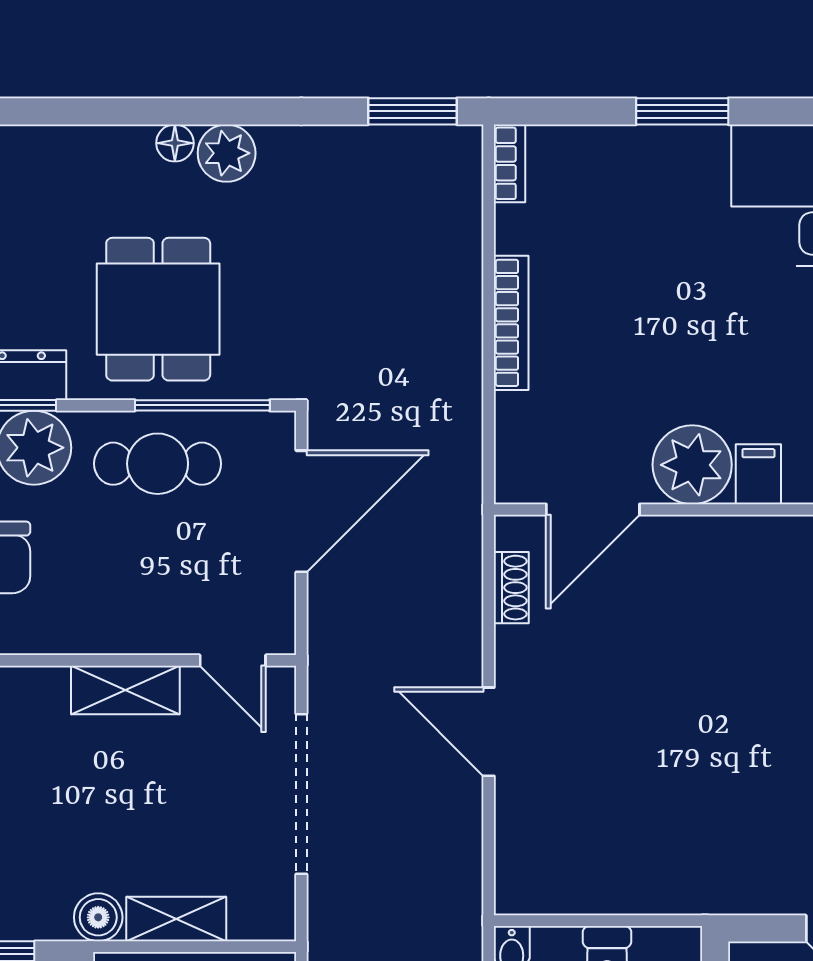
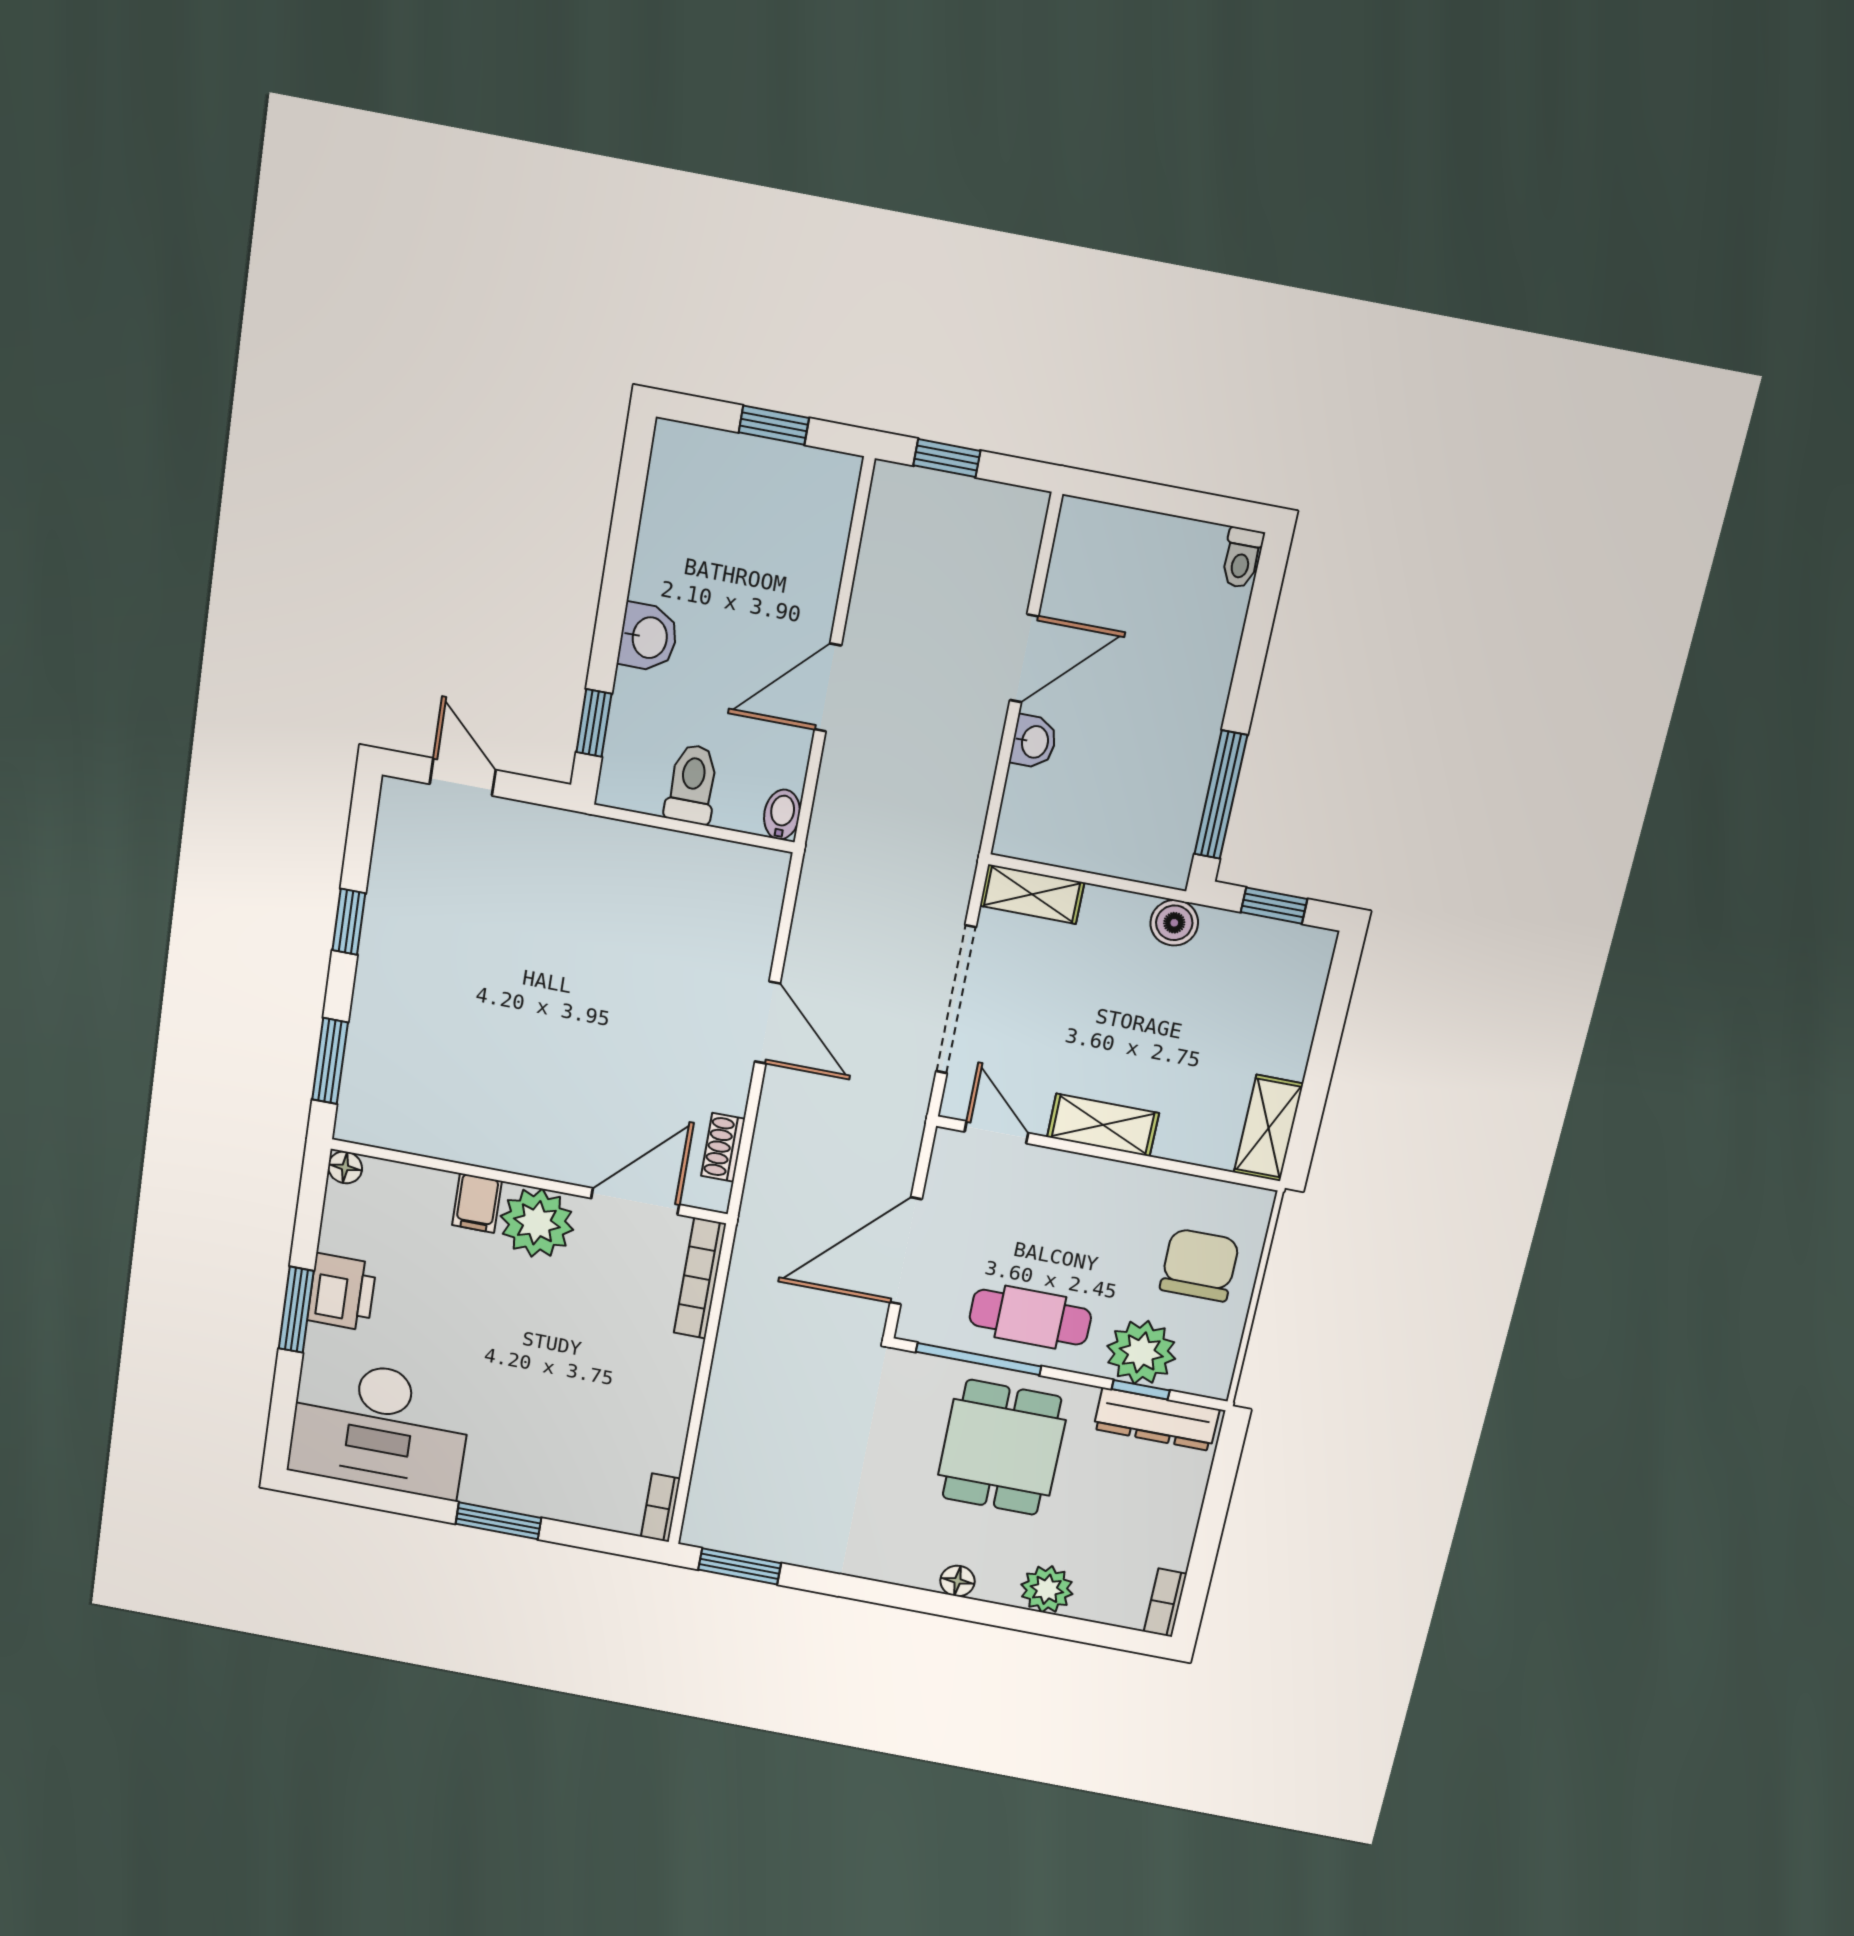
plant: (227, 153) -> (1047, 1589), moved
bookcase: (511, 323) -> (700, 1278), moved
shelving: (176, 919) -> (1032, 894), moved

